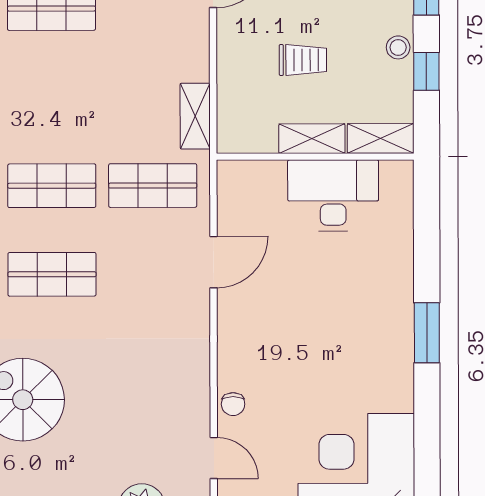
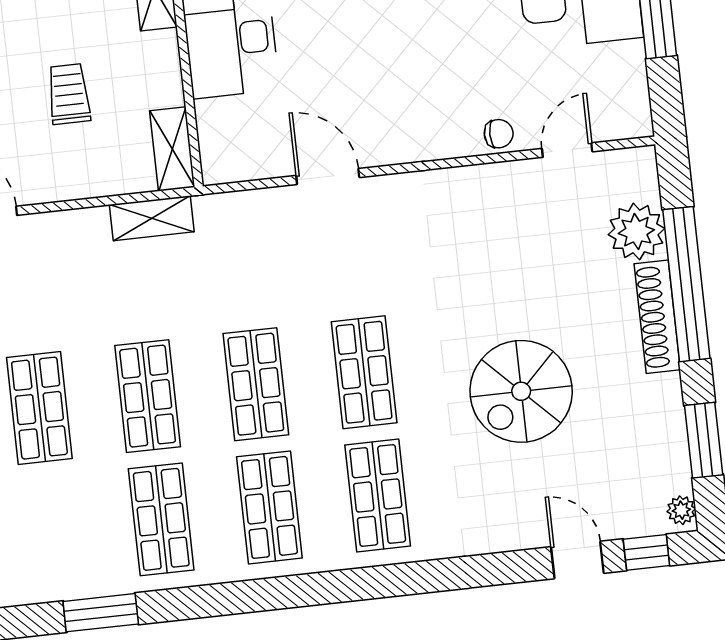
shelving: (312, 139) -> (172, 149), moved
shop shelf: (153, 186) -> (148, 396), moved

